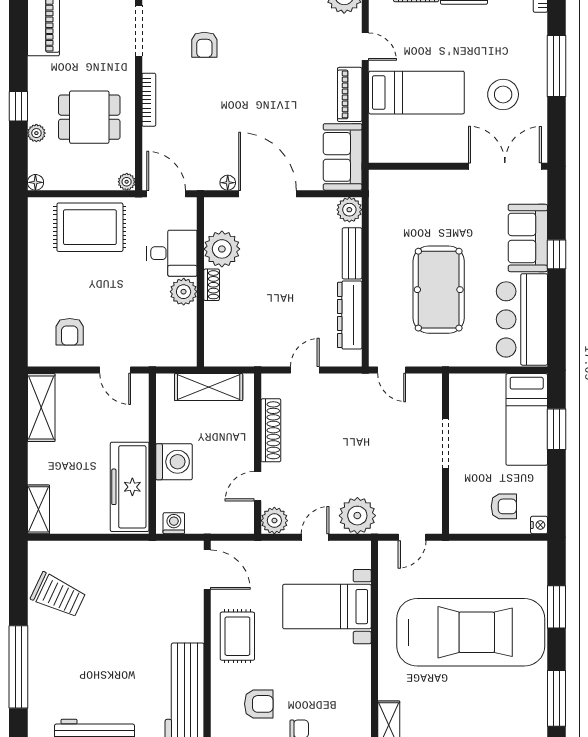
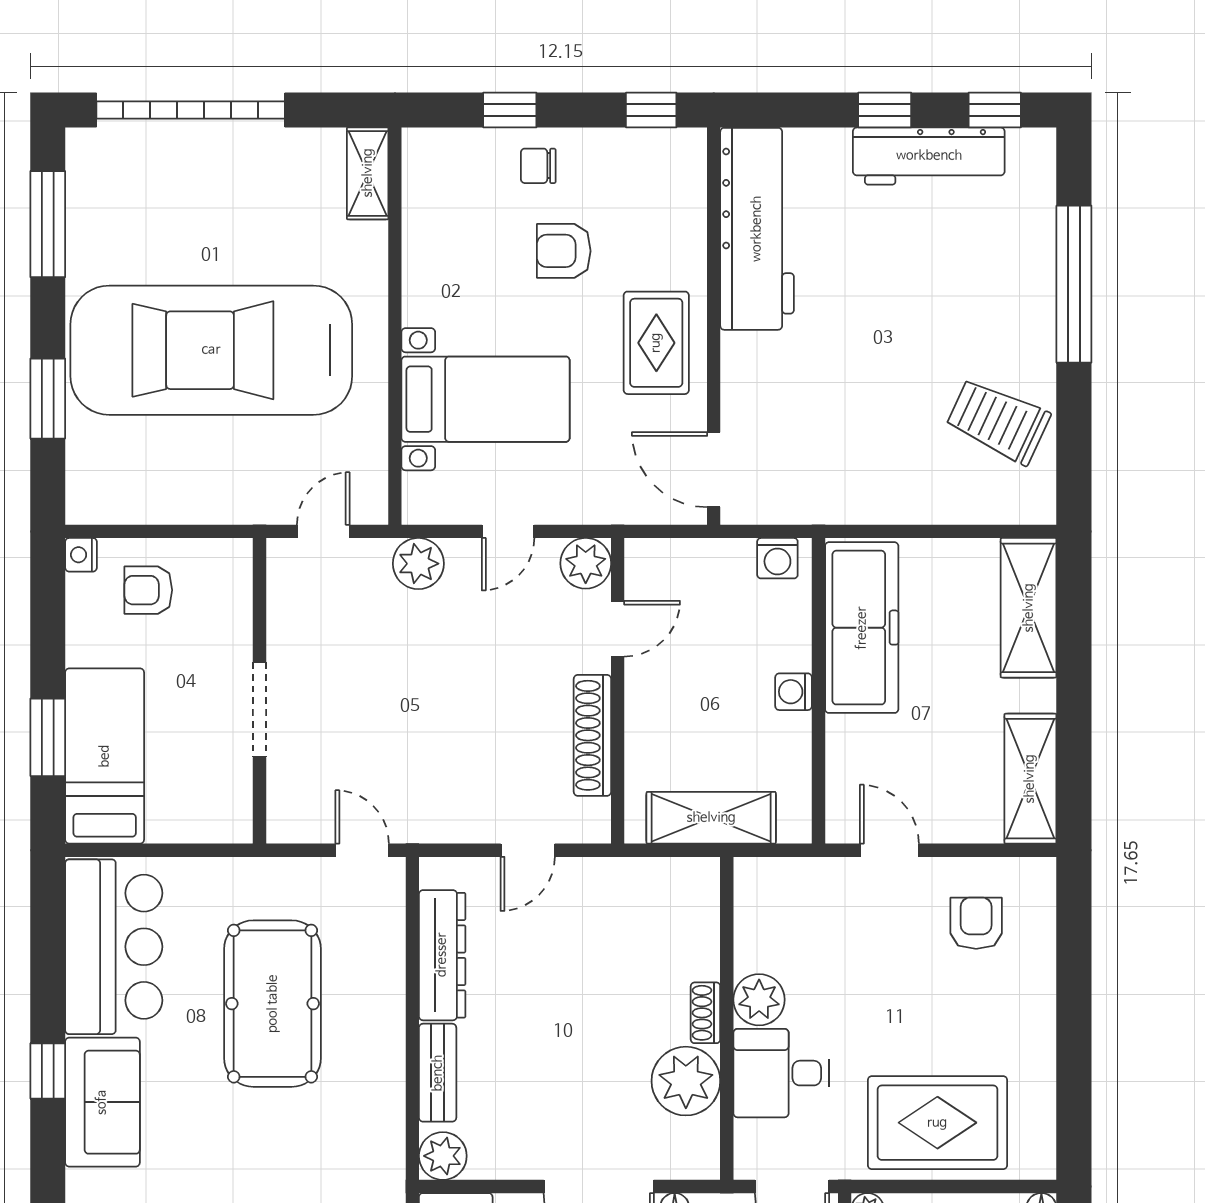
washing machine: (174, 462) -> (794, 692), width x0.53, depth x0.53
shelving: (38, 509) -> (1029, 608), width x1.50, depth x1.33
plant: (357, 516) -> (418, 564), width x0.73, depth x0.73
armchair: (259, 704) -> (564, 251), moved

